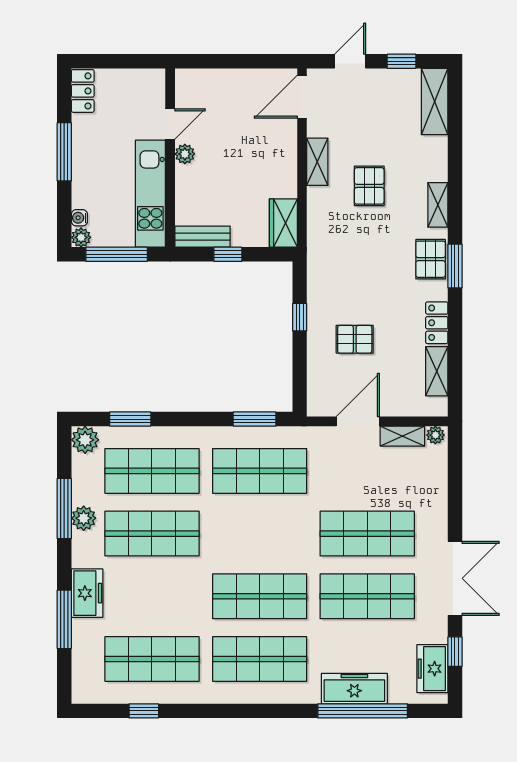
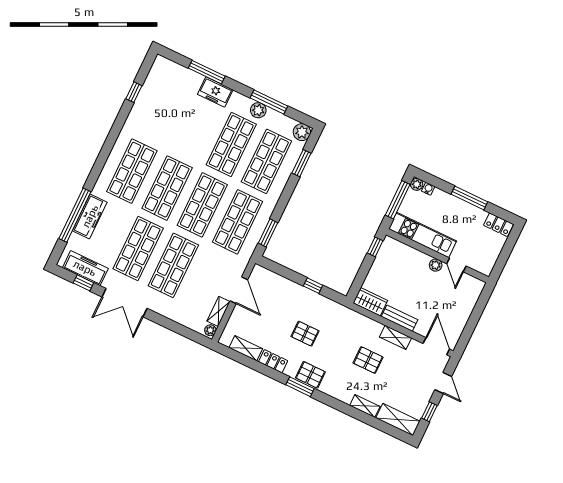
shelving: (438, 205) -> (365, 406), moved
bench: (203, 237) -> (400, 318), moved, turned 90
window: (228, 254) -> (375, 247), moved
pallet: (355, 339) -> (305, 334), moved, turned 90
shop shelf: (152, 659) -> (202, 205), moved
freezer: (432, 669) -> (85, 268), width x1.40

